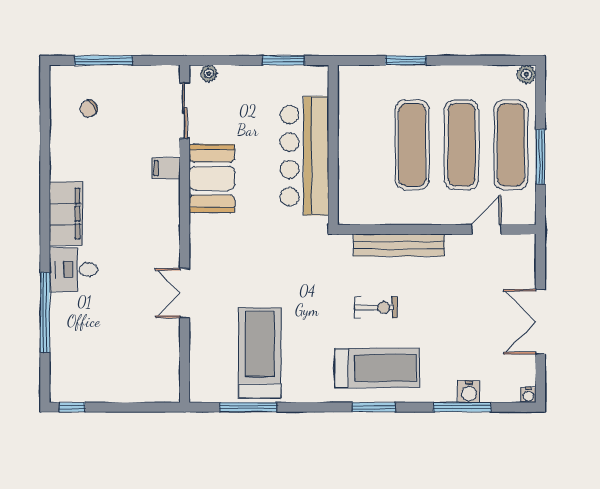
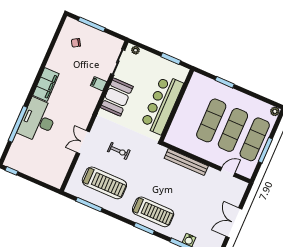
desk: (73, 269) -> (38, 120), width x1.87, depth x1.30
exercise bike: (376, 307) -> (119, 151), moved
treadmill: (260, 353) -> (104, 183), turned 90

